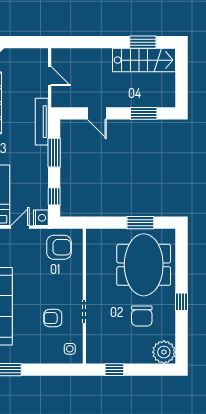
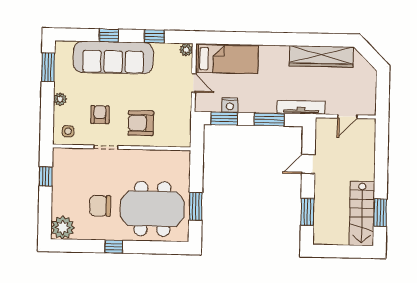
window: (54, 196) -> (224, 119), width x1.50
nightstand: (41, 218) -> (230, 105), moved
armchair: (59, 247) -> (141, 123), moved, turned 90
plant: (38, 357) -> (60, 99), added

